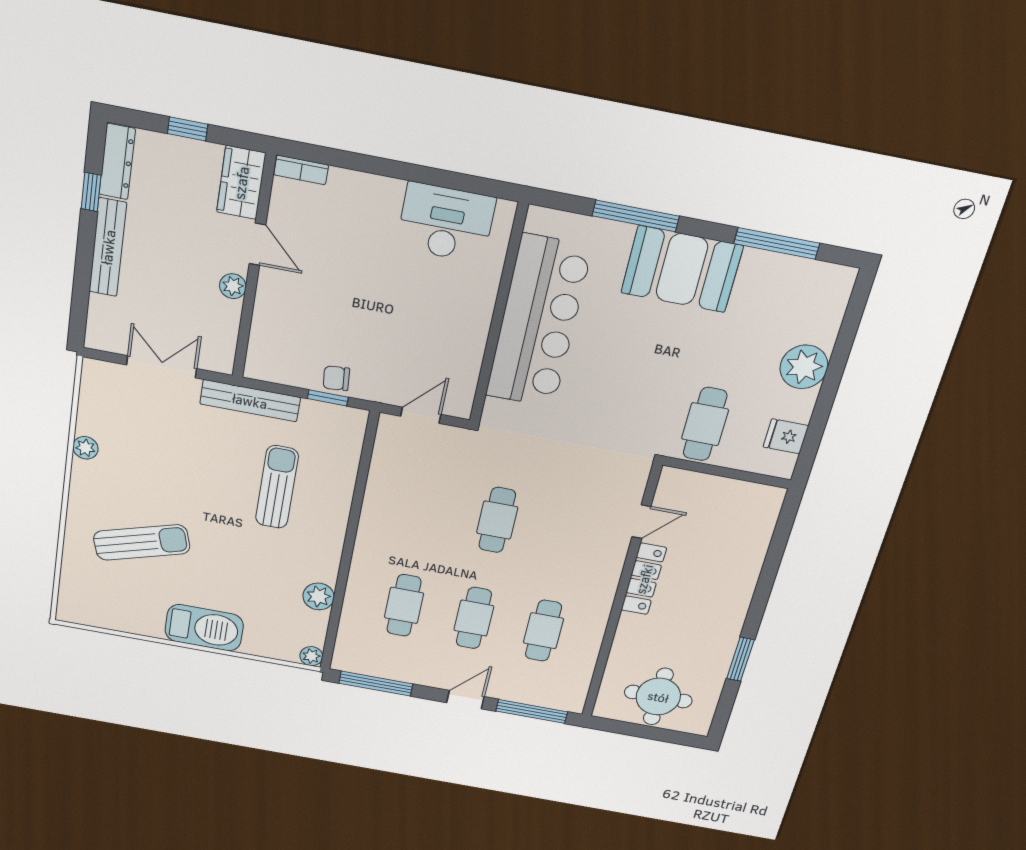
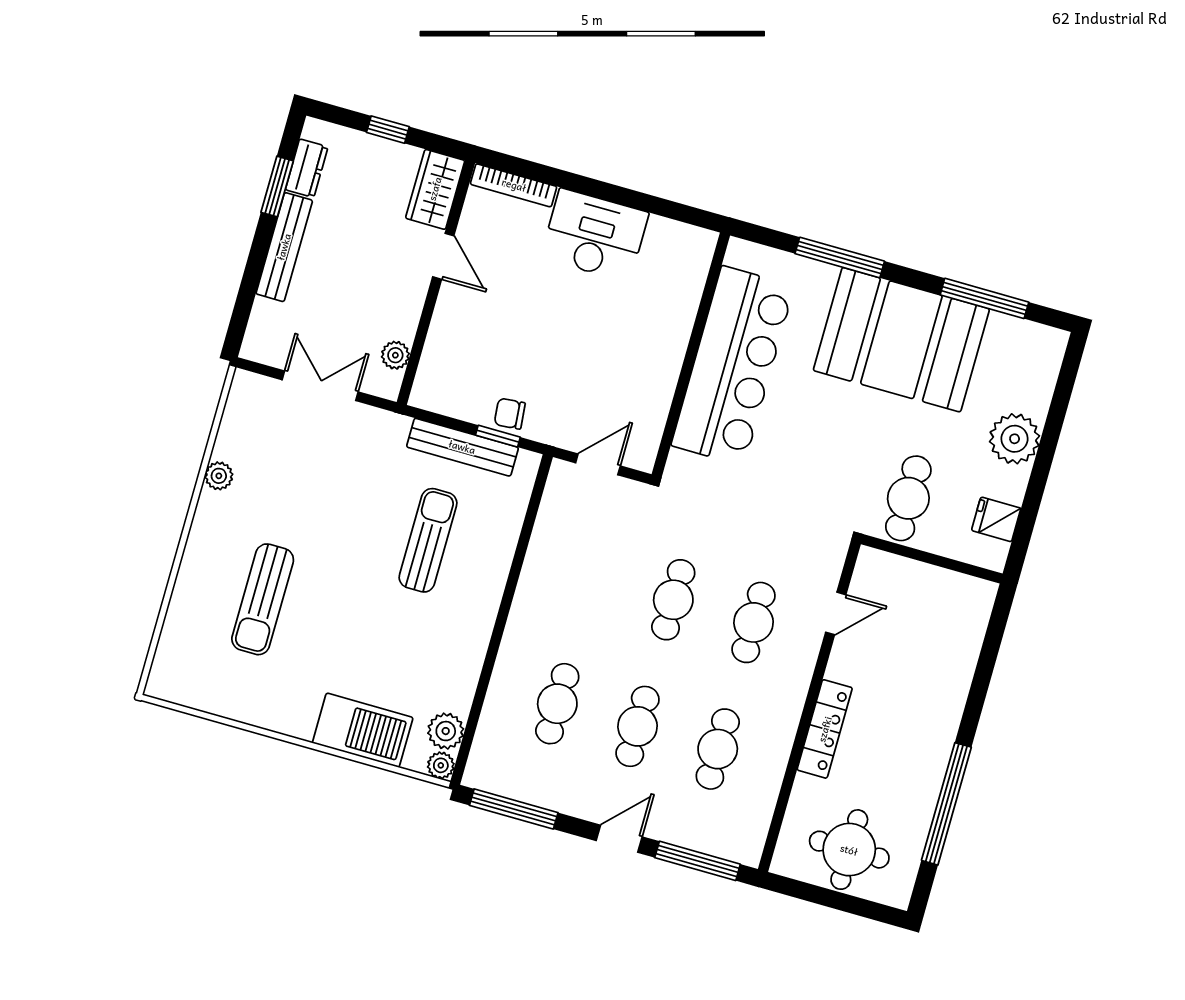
dresser: (117, 162) -> (307, 168), width x0.70
bookcase: (301, 170) -> (514, 185), width x1.56
window: (91, 192) -> (277, 187), width x1.50
desk: (446, 223) -> (595, 235), moved
booth: (682, 269) -> (901, 340), width x1.36, depth x1.42
plant: (233, 286) -> (395, 355), moved
bench: (250, 401) -> (462, 447), moved
cafe table: (569, 533) -> (754, 622), added
sun lounger: (142, 542) -> (263, 599), turned 107
locker: (644, 579) -> (825, 729), moved
plant: (319, 596) -> (446, 731), moved
barbecue: (204, 628) -> (363, 730), moved
window: (740, 659) -> (946, 804), width x2.11

